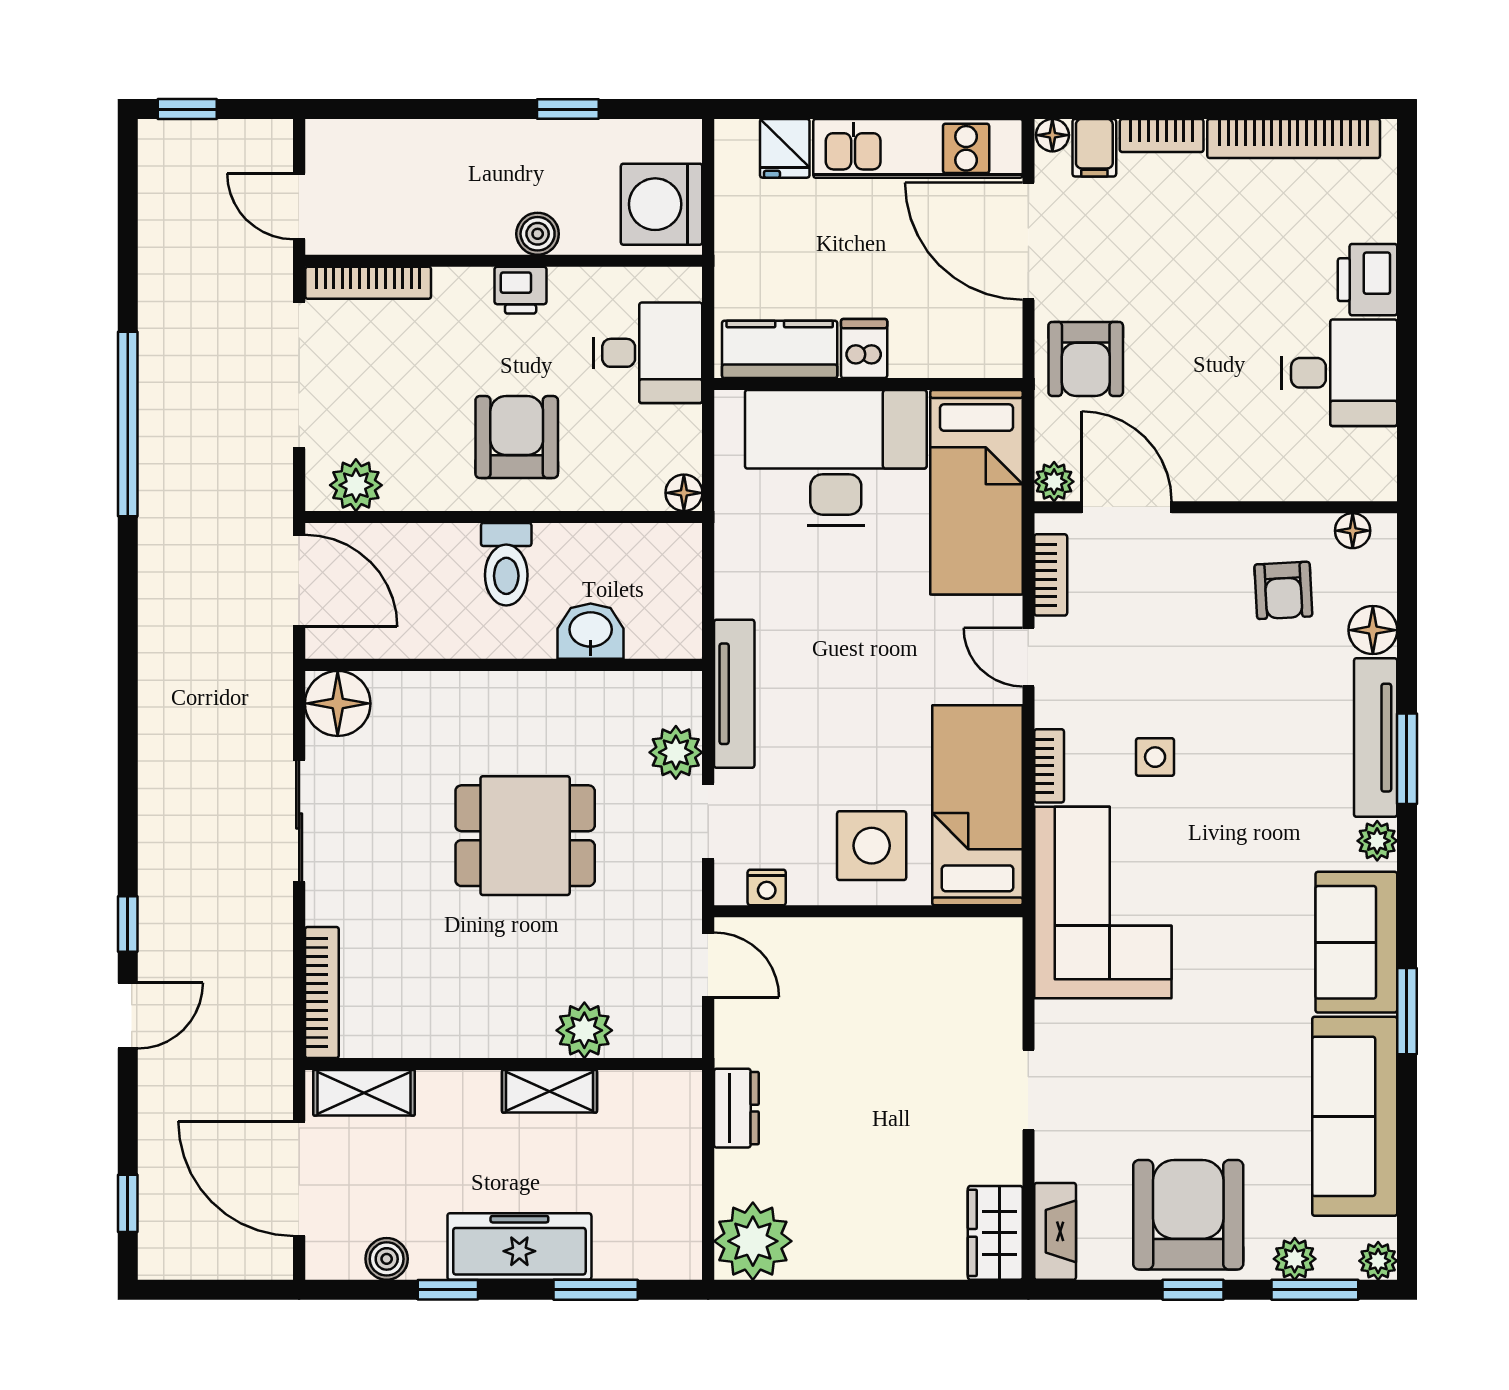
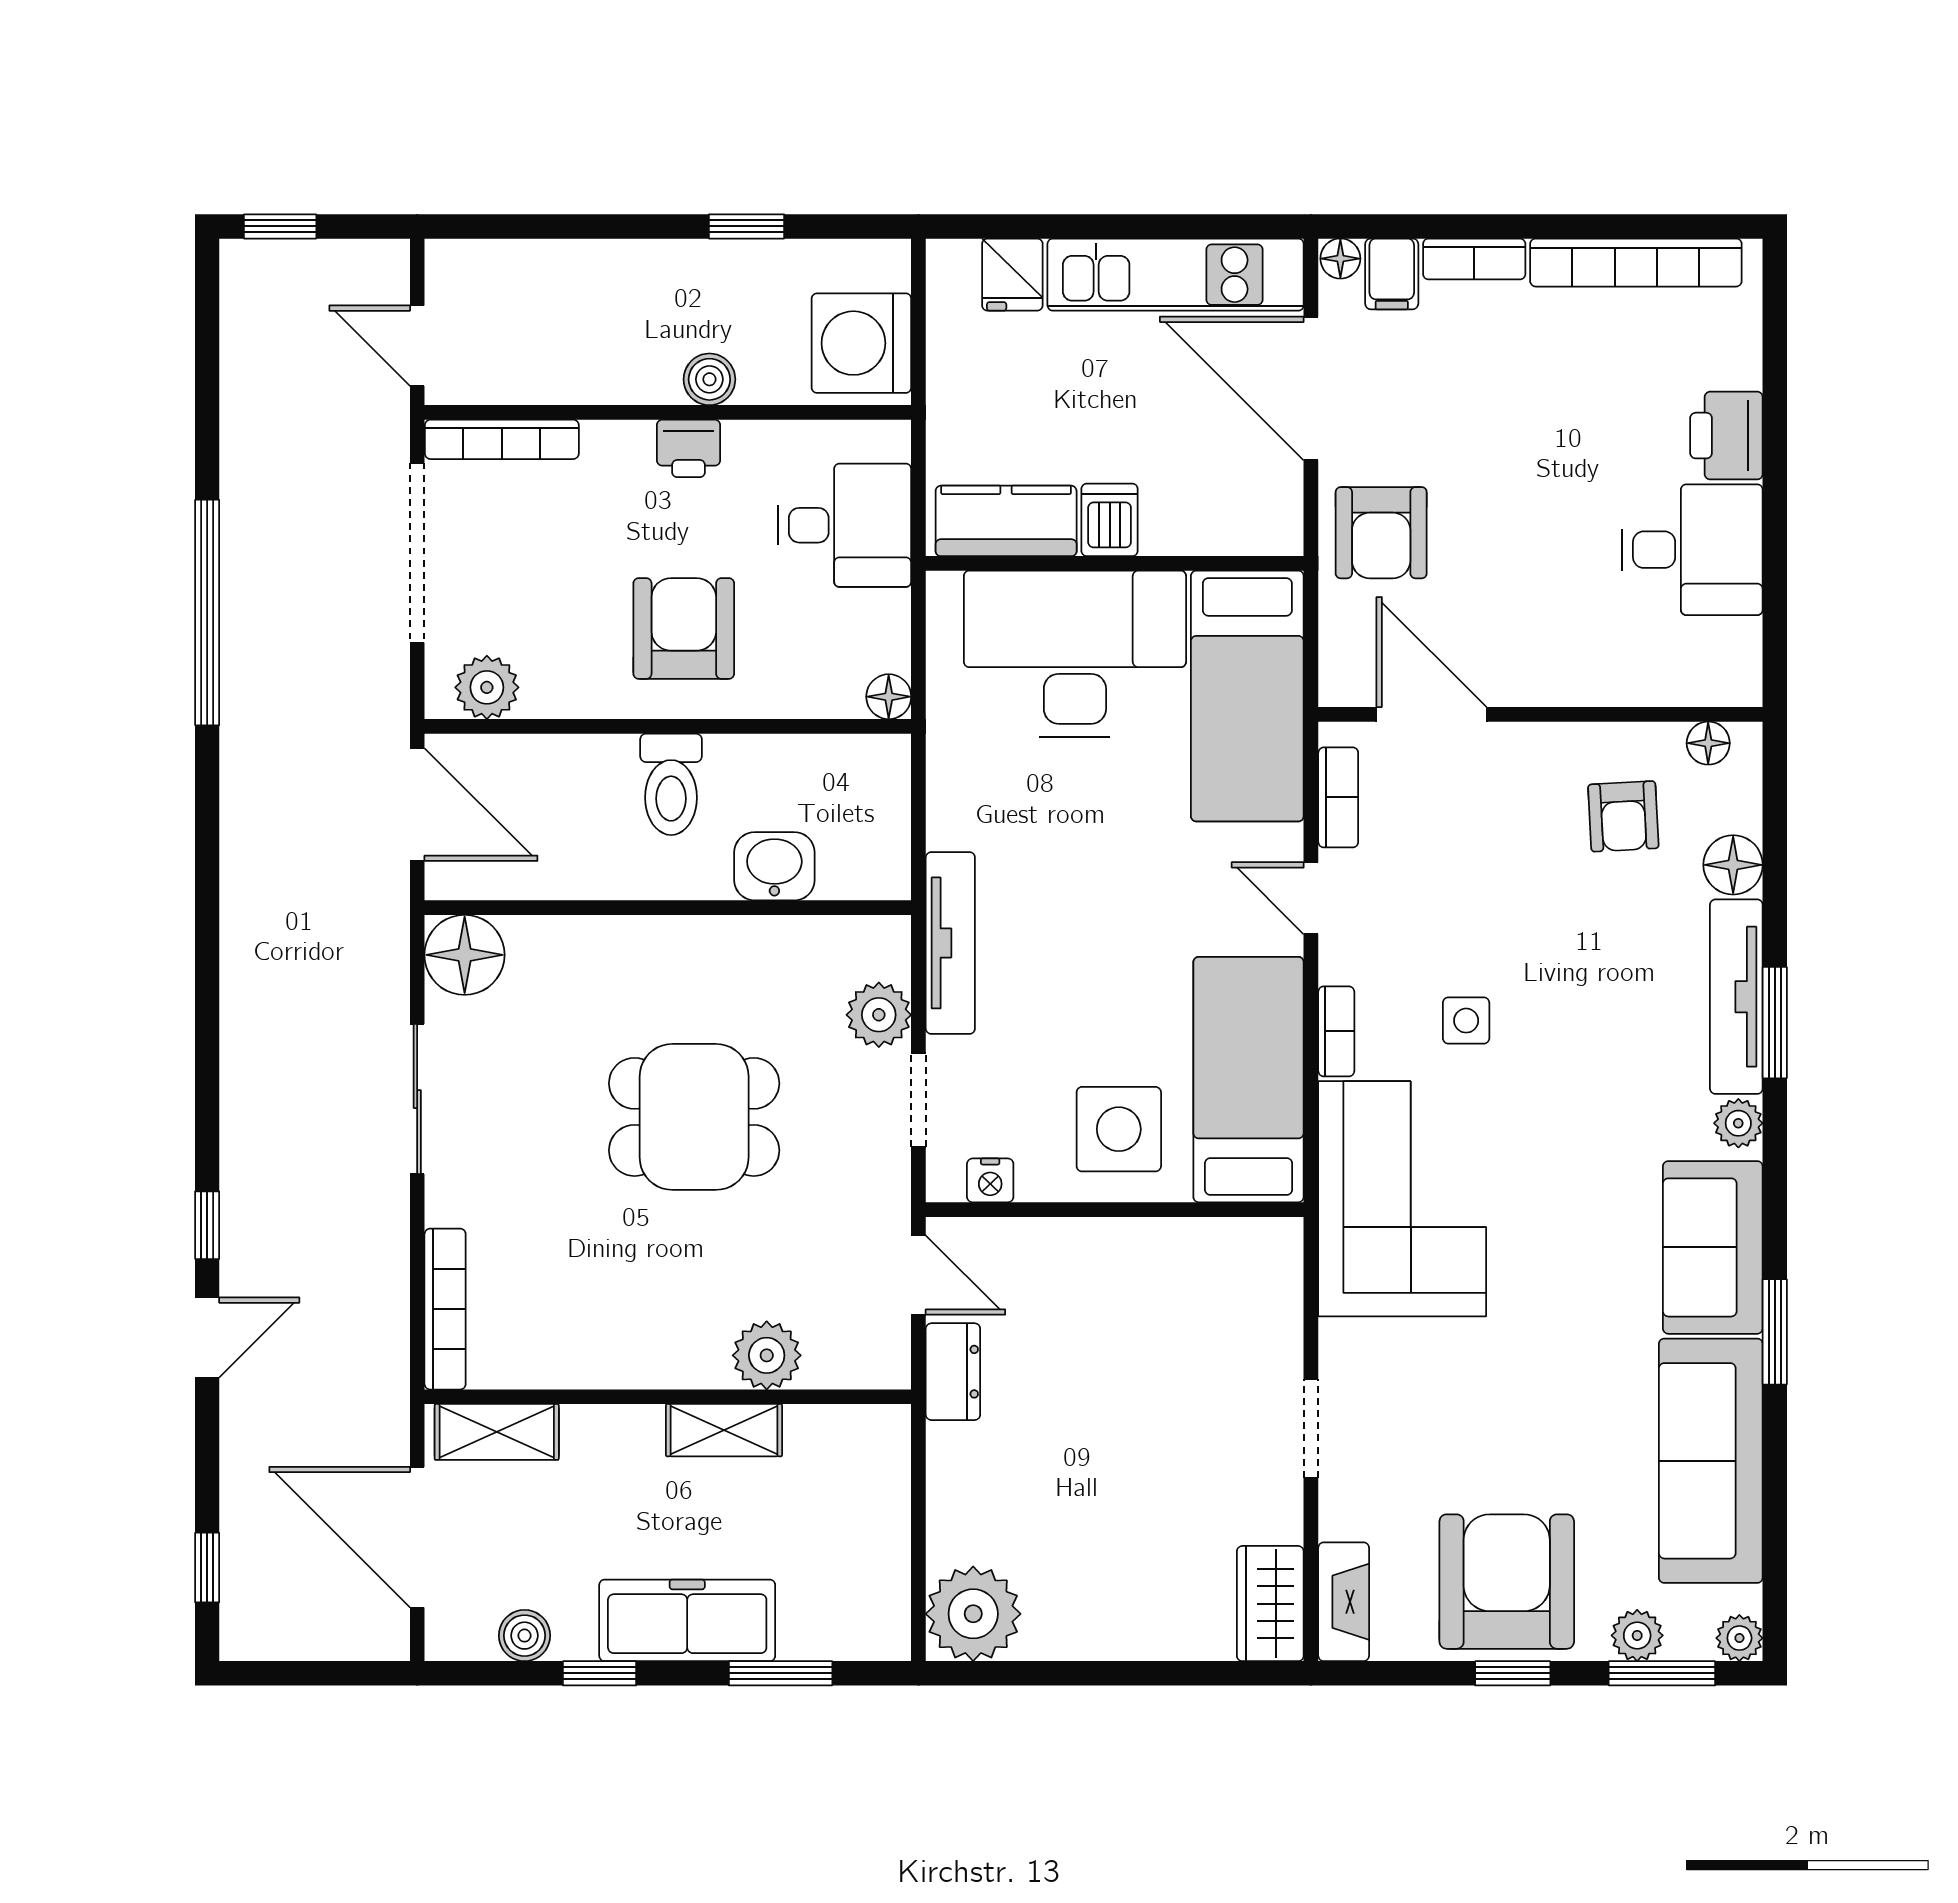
plant: (1054, 482) -> (1342, 683), removed
dresser: (736, 1108) -> (953, 1372), moved

